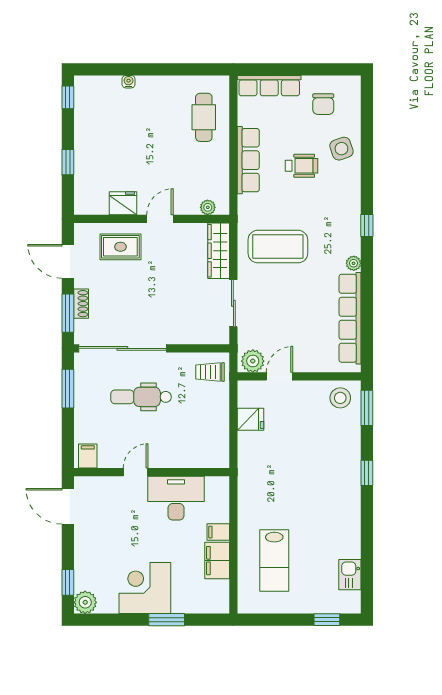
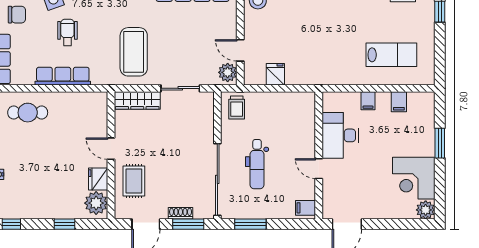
plant: (208, 207) -> (96, 203), moved, width x1.88, depth x1.88
filing cabinet: (217, 561) -> (399, 102), width x0.50
window: (68, 582) -> (409, 224), removed
corner desk: (145, 588) -> (414, 178), moved

